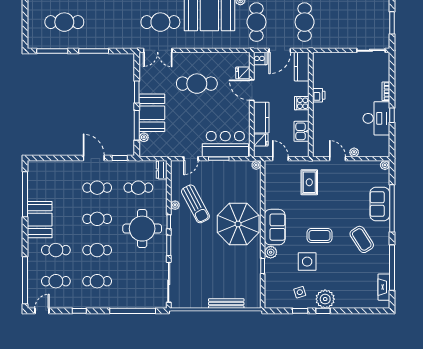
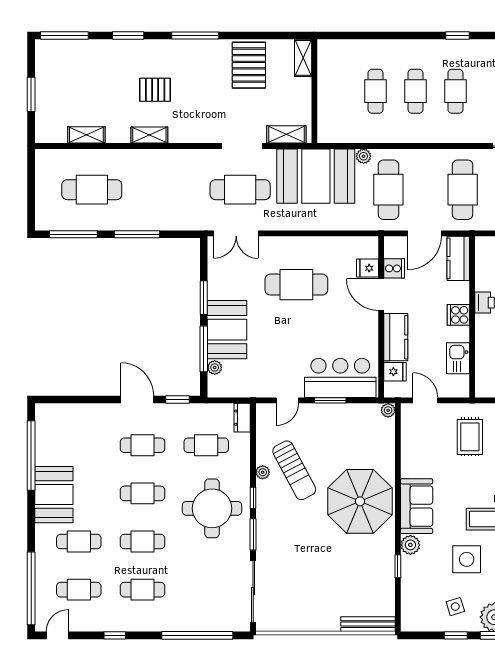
cooker: (260, 58) -> (394, 268), moved
bench: (226, 304) -> (368, 624), moved

